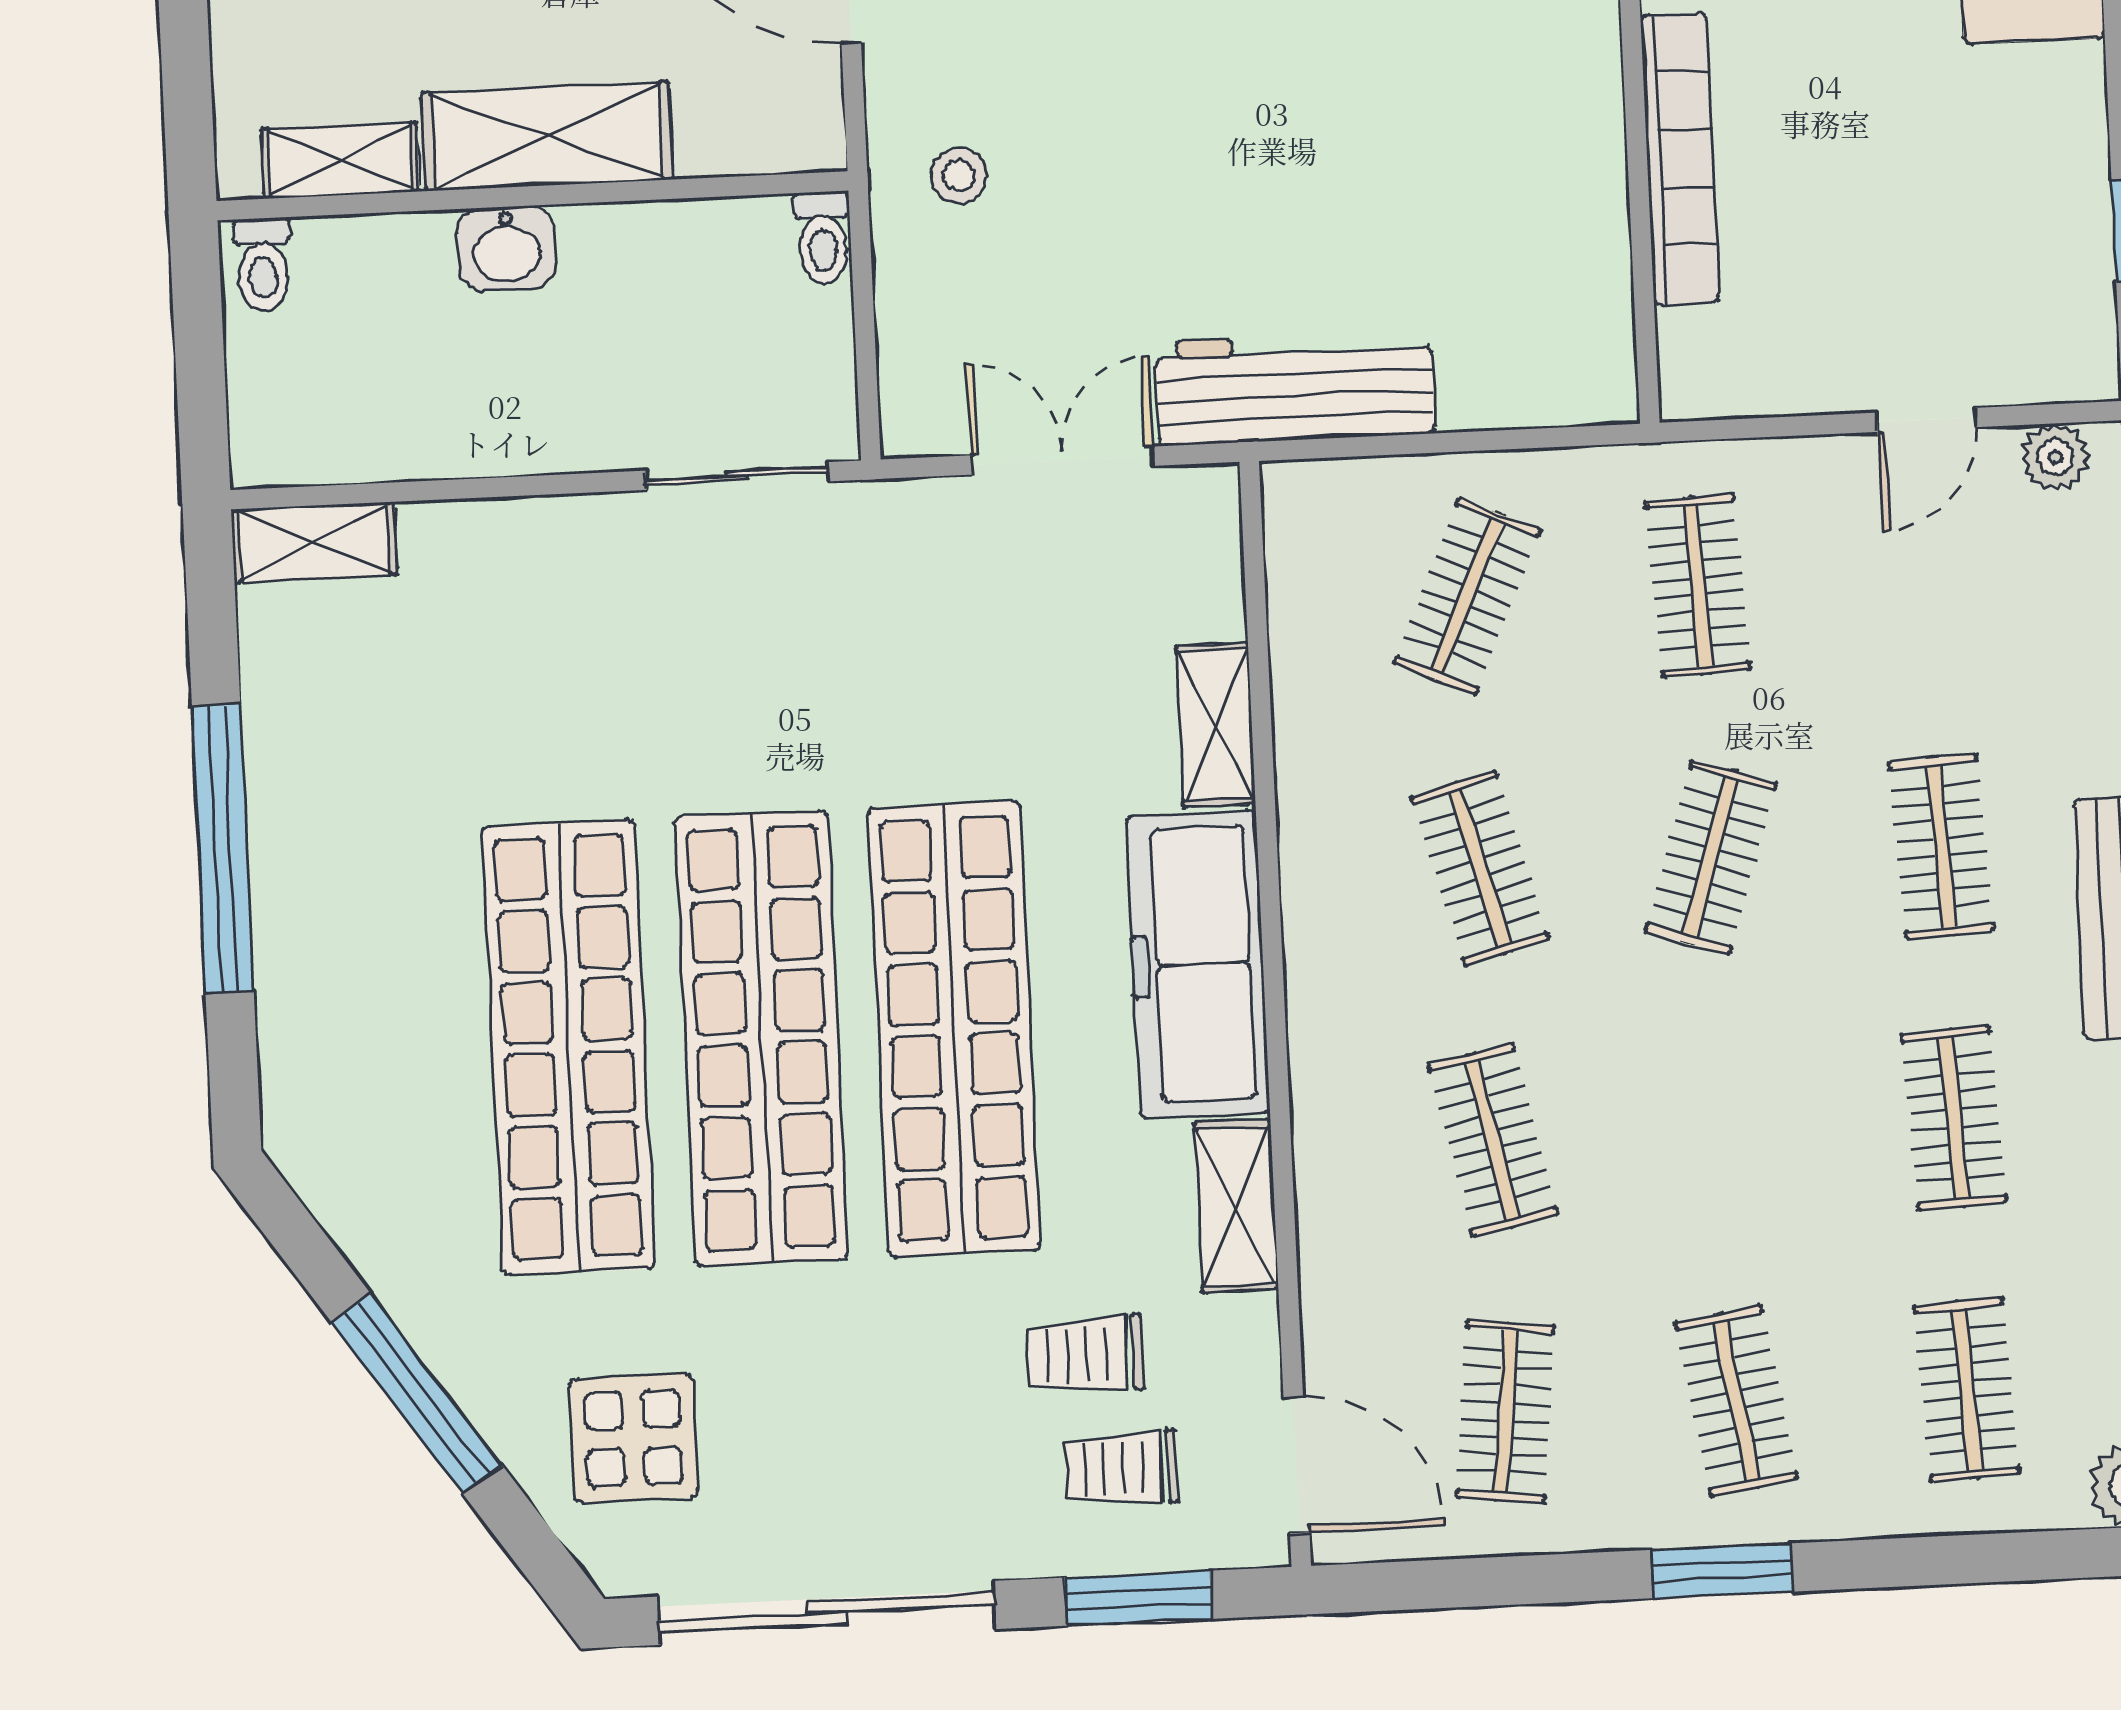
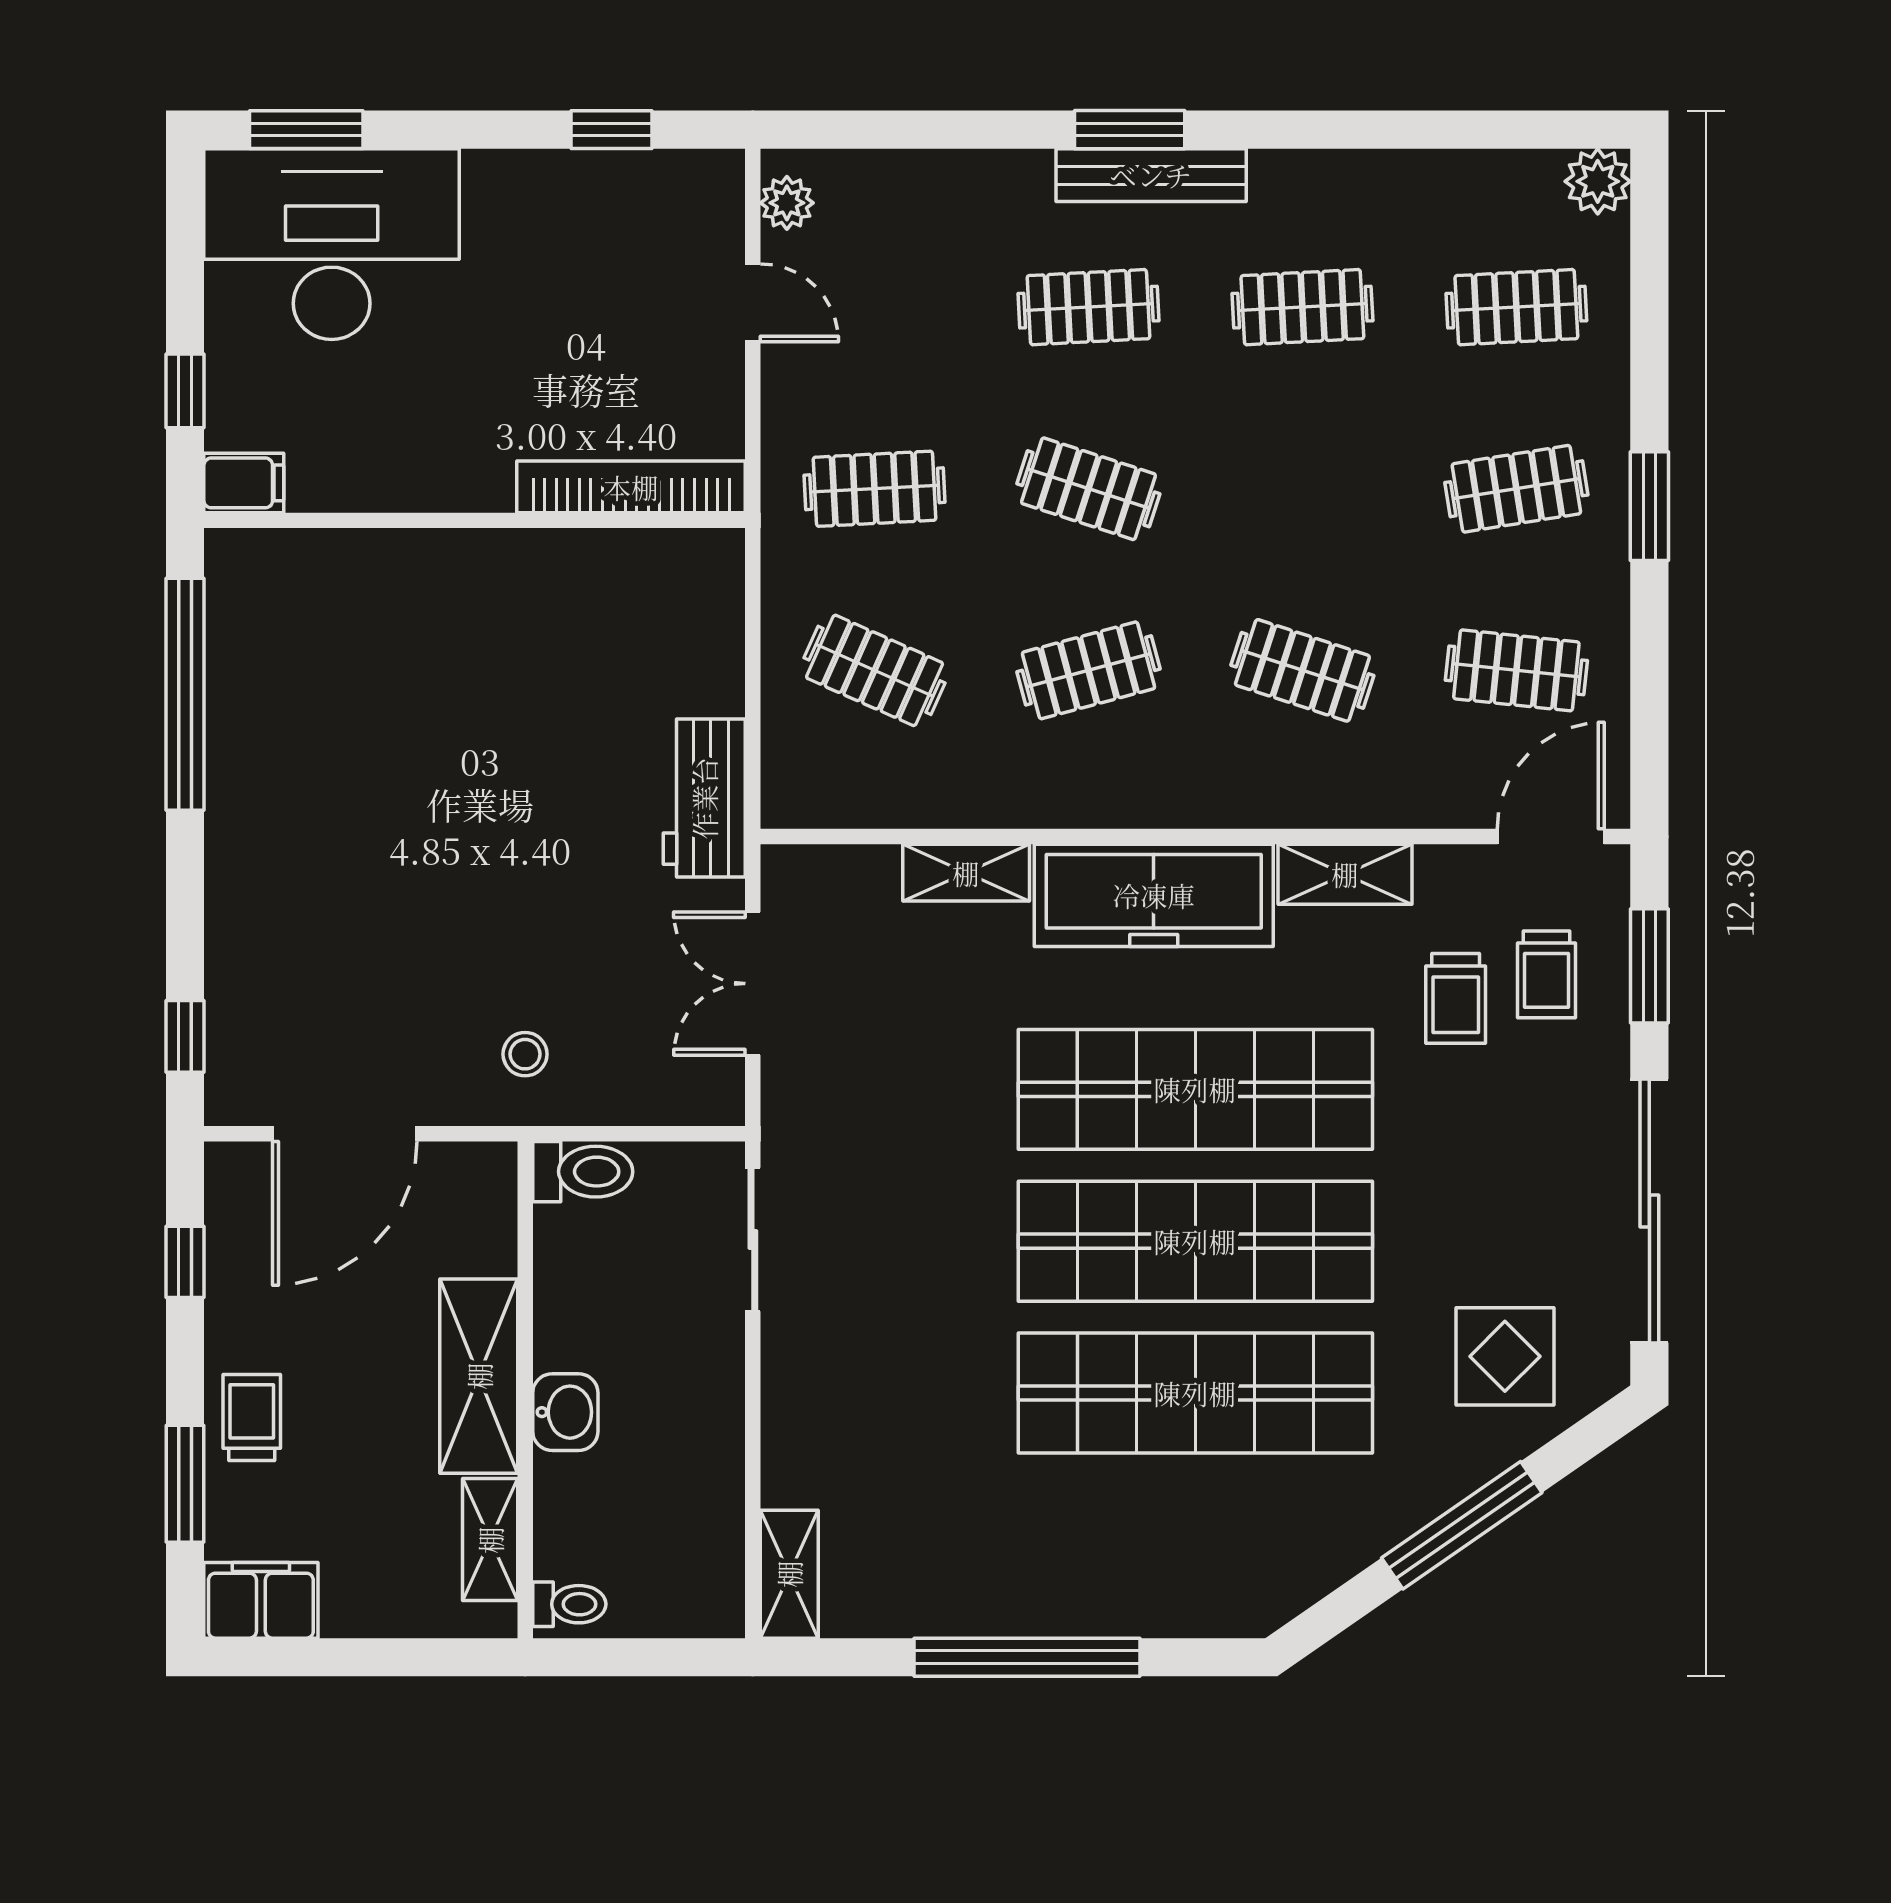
bookcase: (1680, 159) -> (631, 487), moved
toilet: (823, 238) -> (583, 1172), width x1.37, depth x1.39
workbench: (1295, 388) -> (704, 798), width x0.73
clothes rail: (1493, 1140) -> (1302, 670), turned 30

